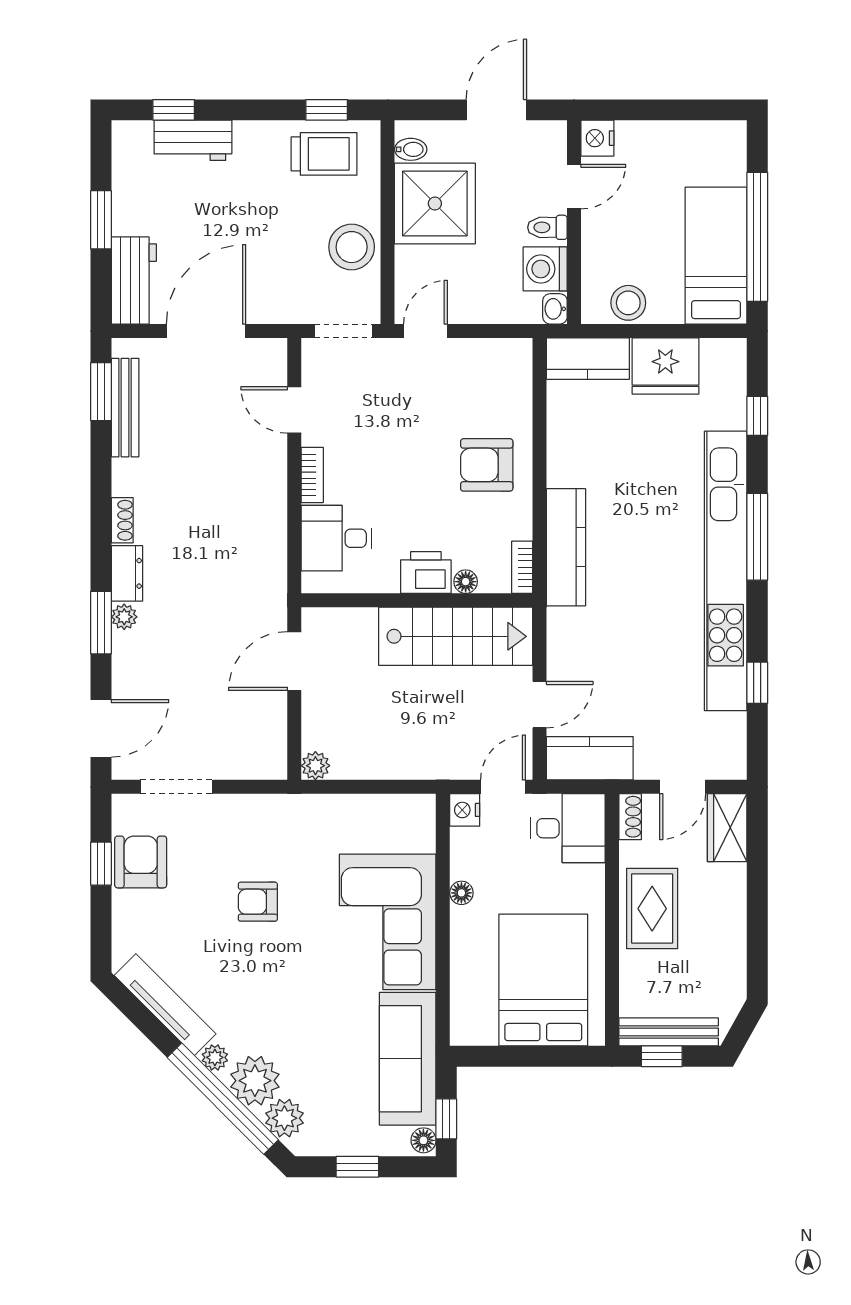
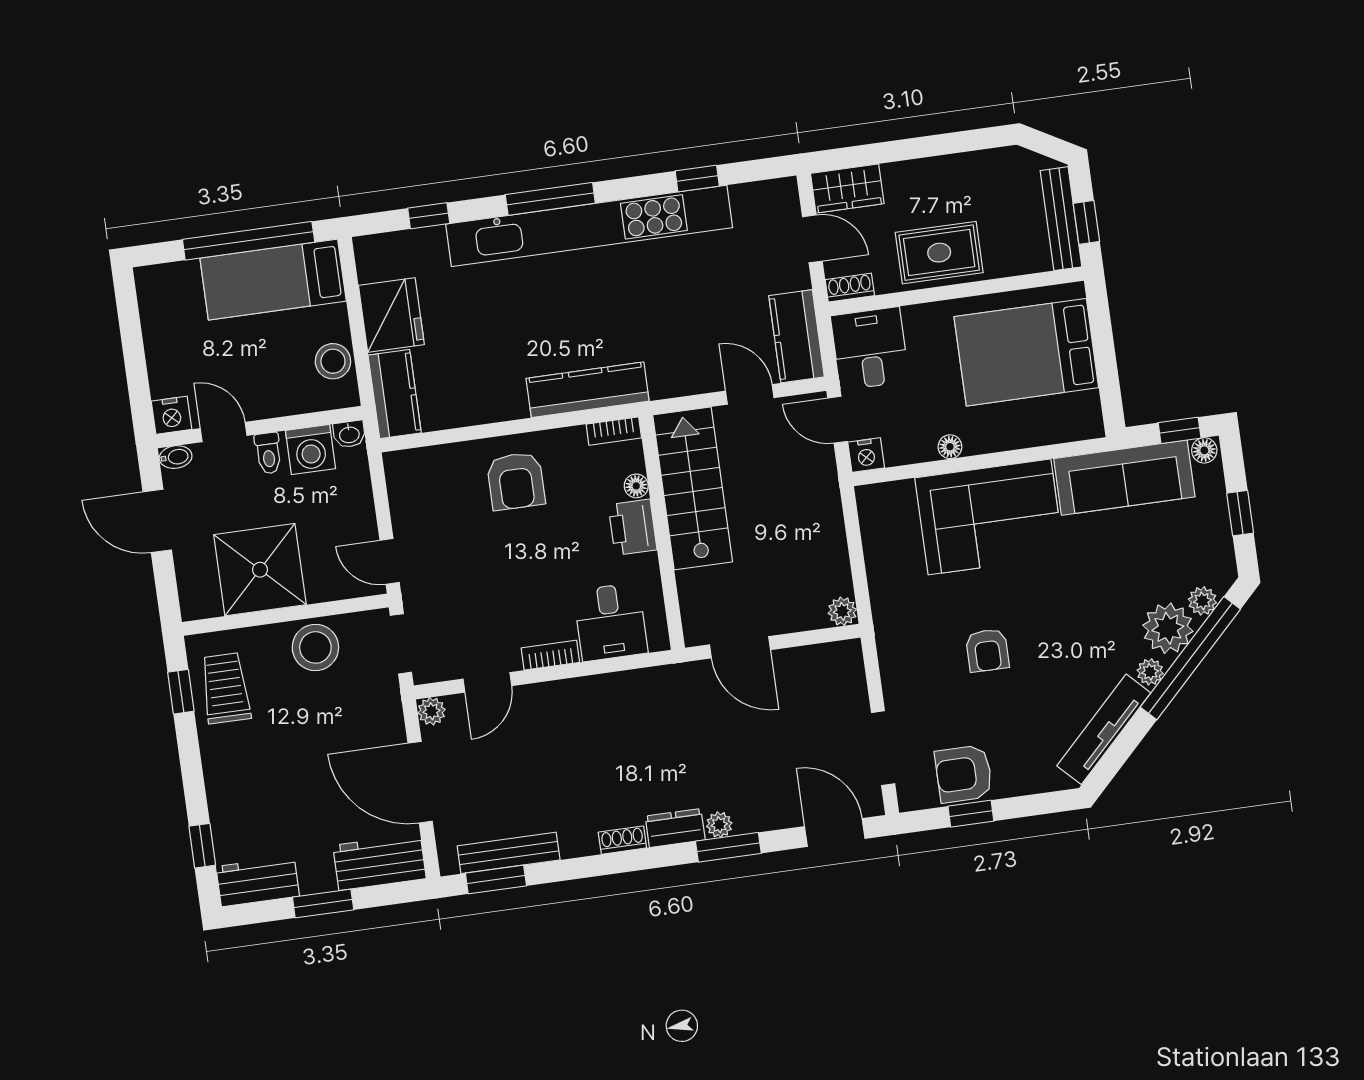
workbench: (193, 140) -> (258, 881), moved, turned -90
bidet: (411, 149) -> (176, 457), moved, turned 90
plant: (274, 352) -> (432, 711), added
plant: (284, 1118) -> (1202, 601), width x0.73, depth x0.73

